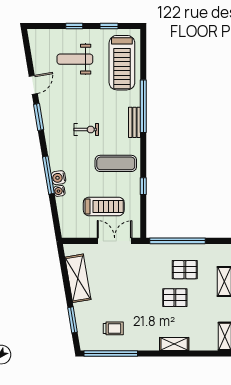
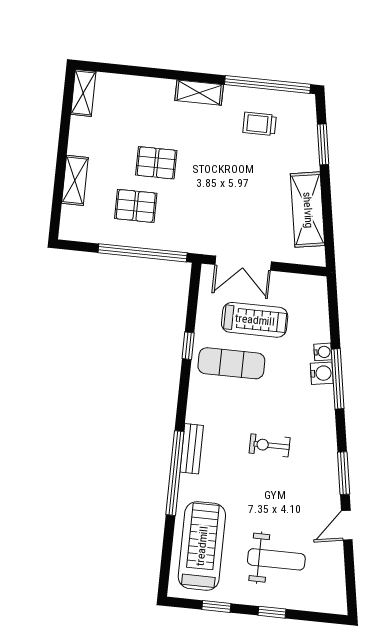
exercise mat: (116, 163) -> (231, 363), moved
treadmill: (104, 206) -> (255, 320), turned 180
shelving: (174, 344) -> (199, 93), moved

